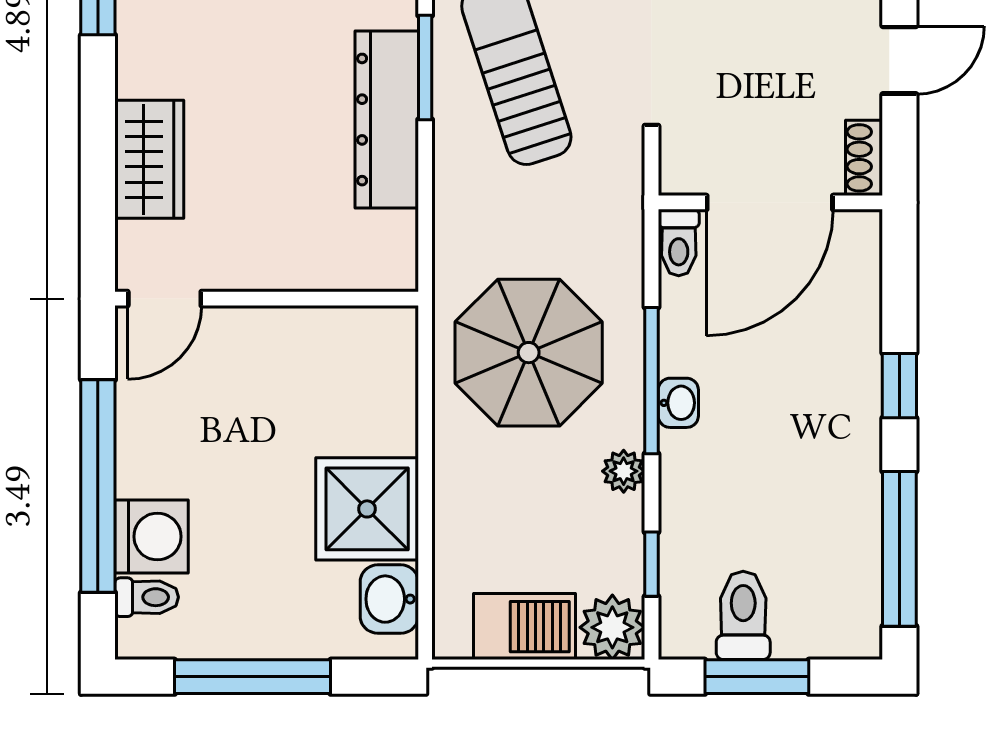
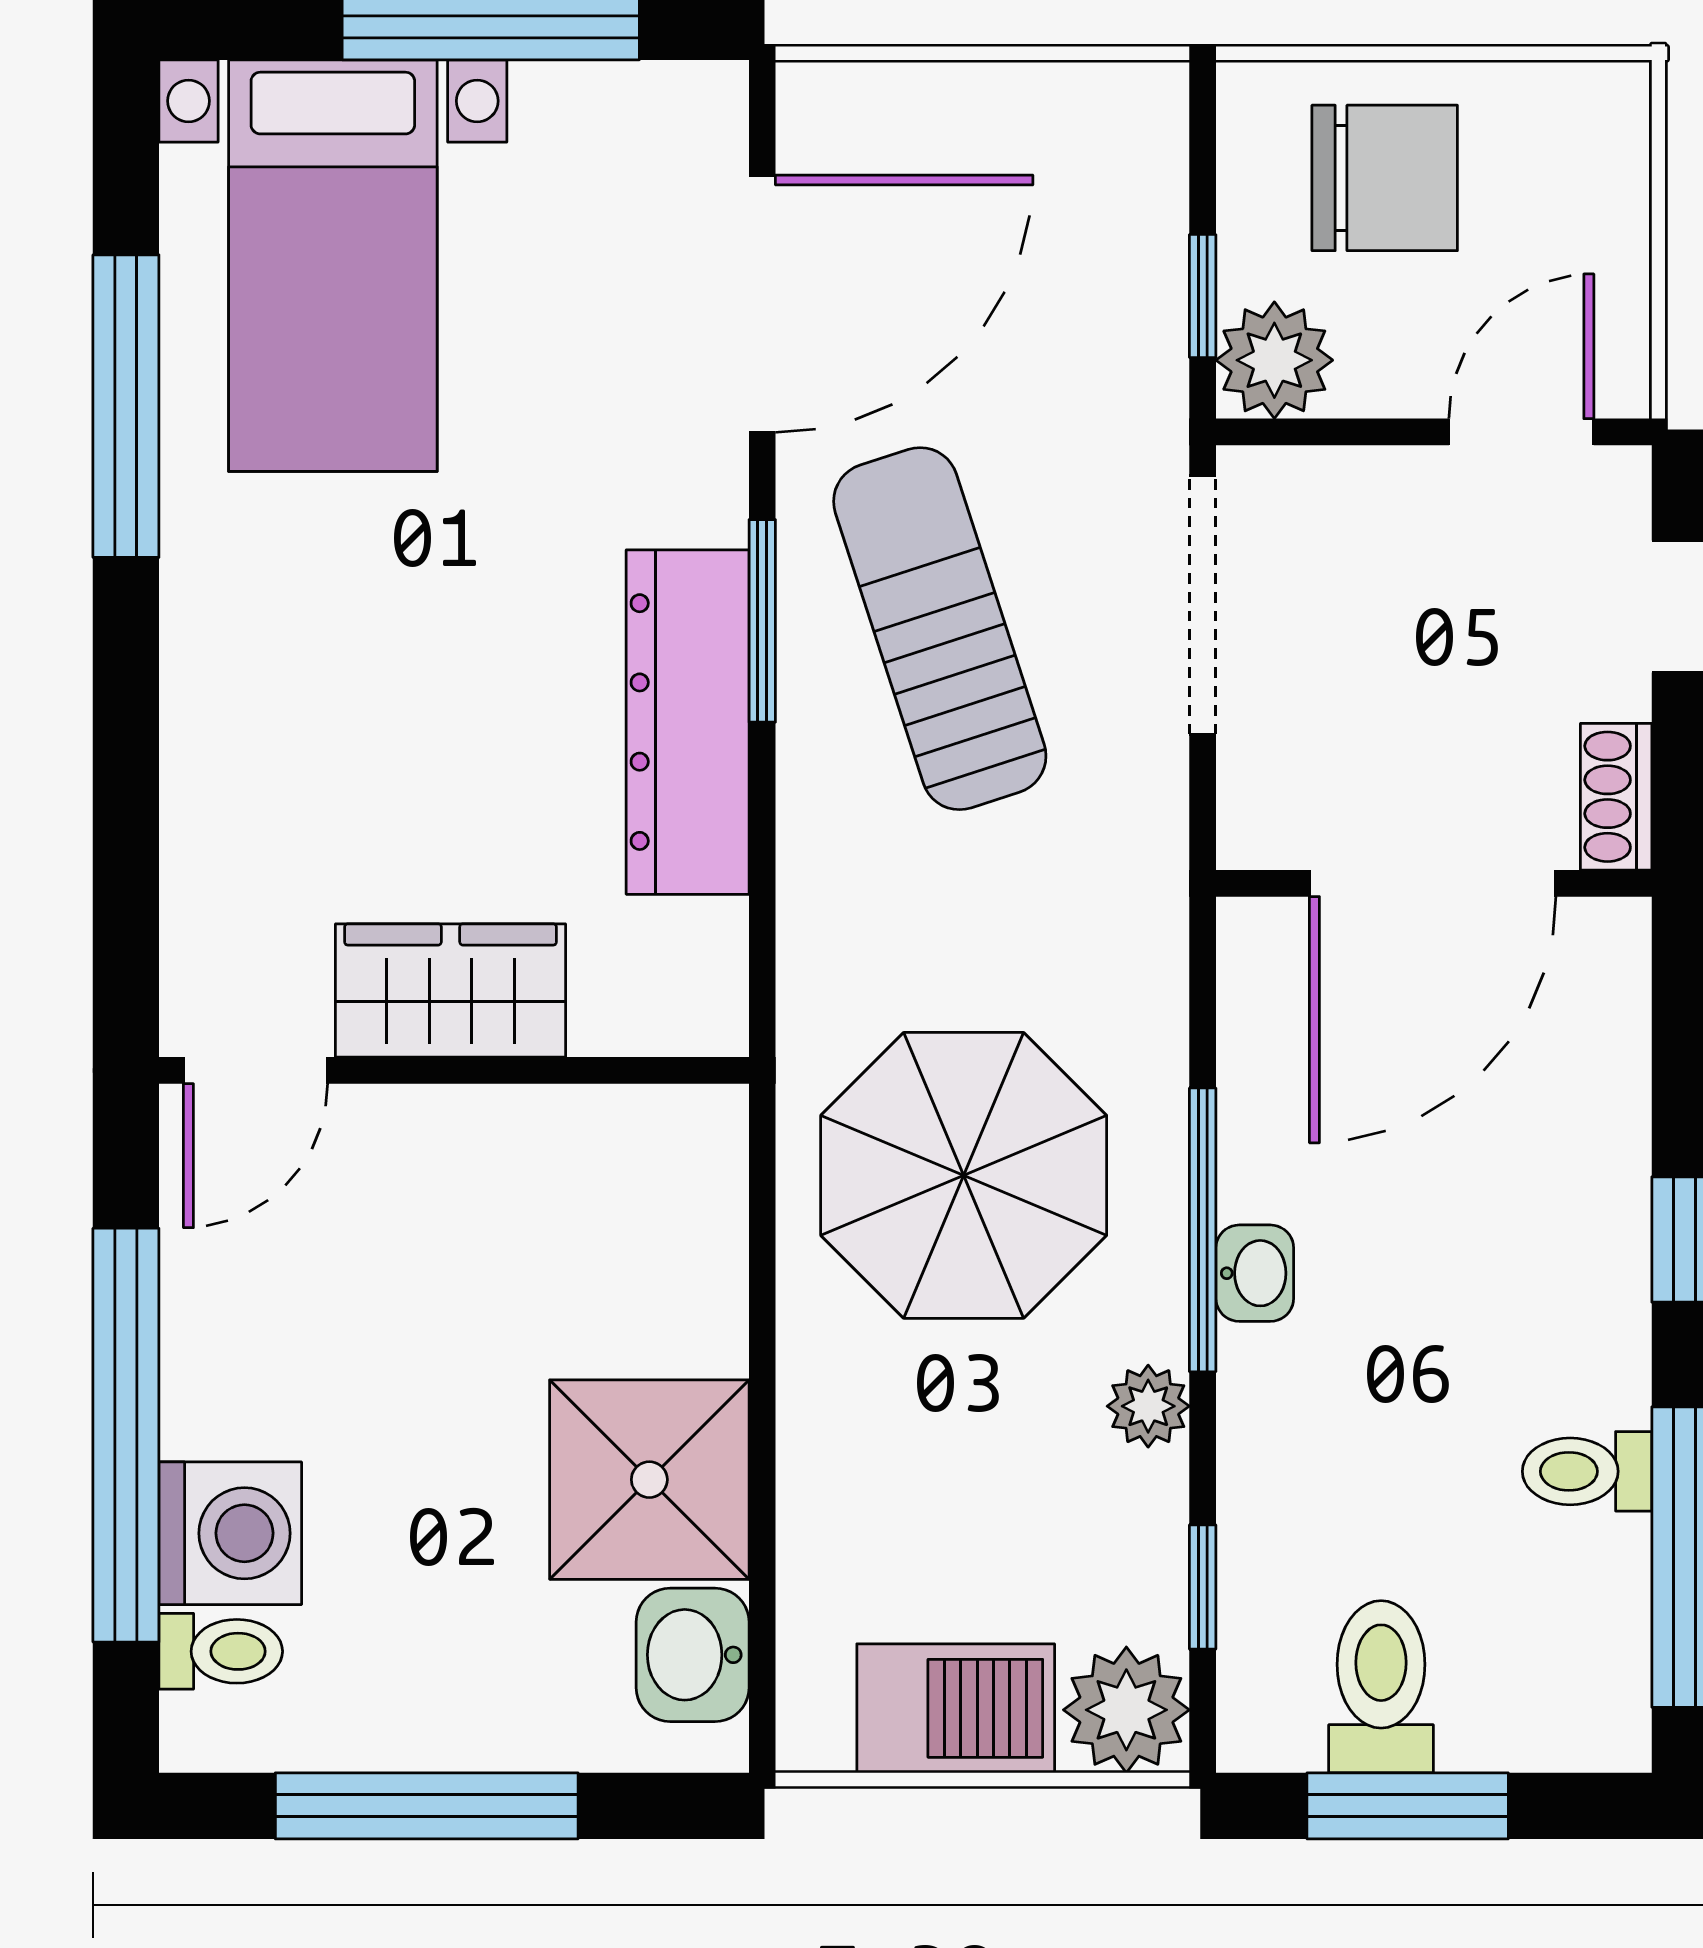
wardrobe: (149, 159) -> (451, 990), moved, turned -90
toilet: (679, 242) -> (1587, 1471), moved, turned 90

